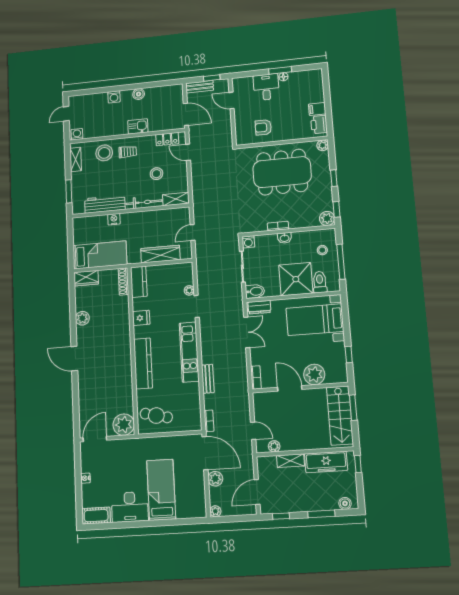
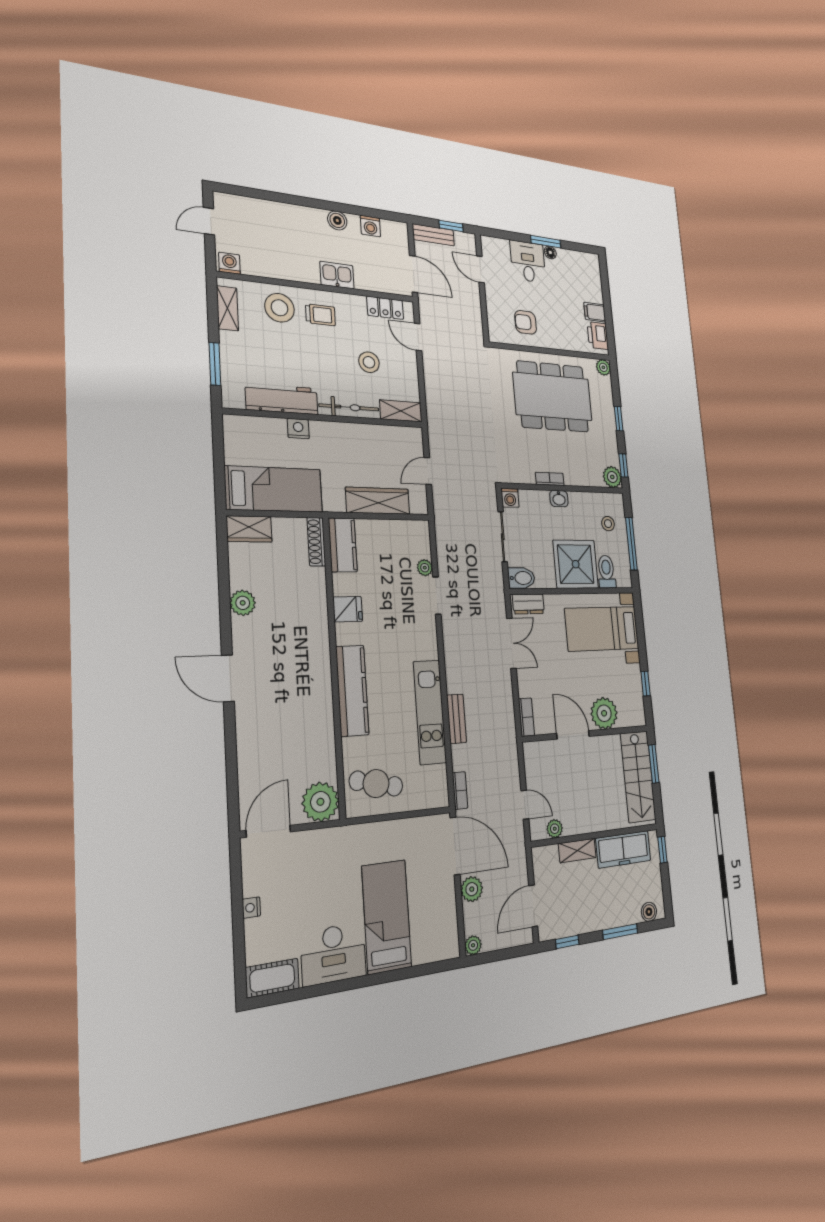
washing machine: (114, 97) -> (370, 226), moved
kitchen unit: (189, 352) -> (430, 712), moved

